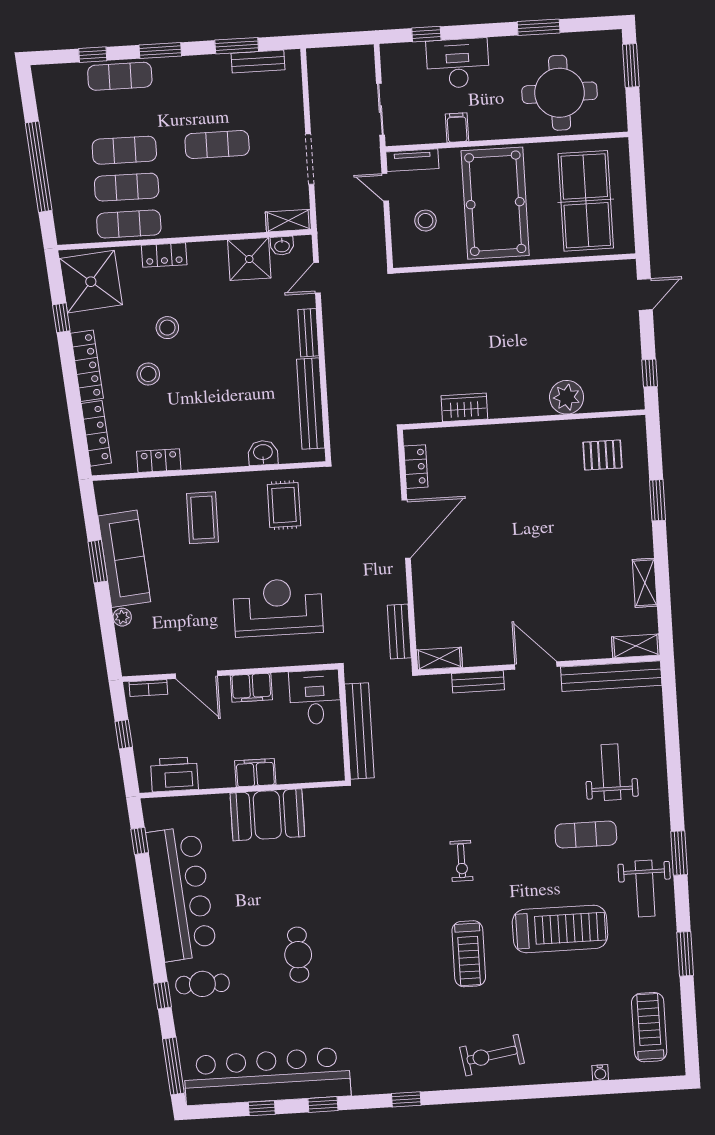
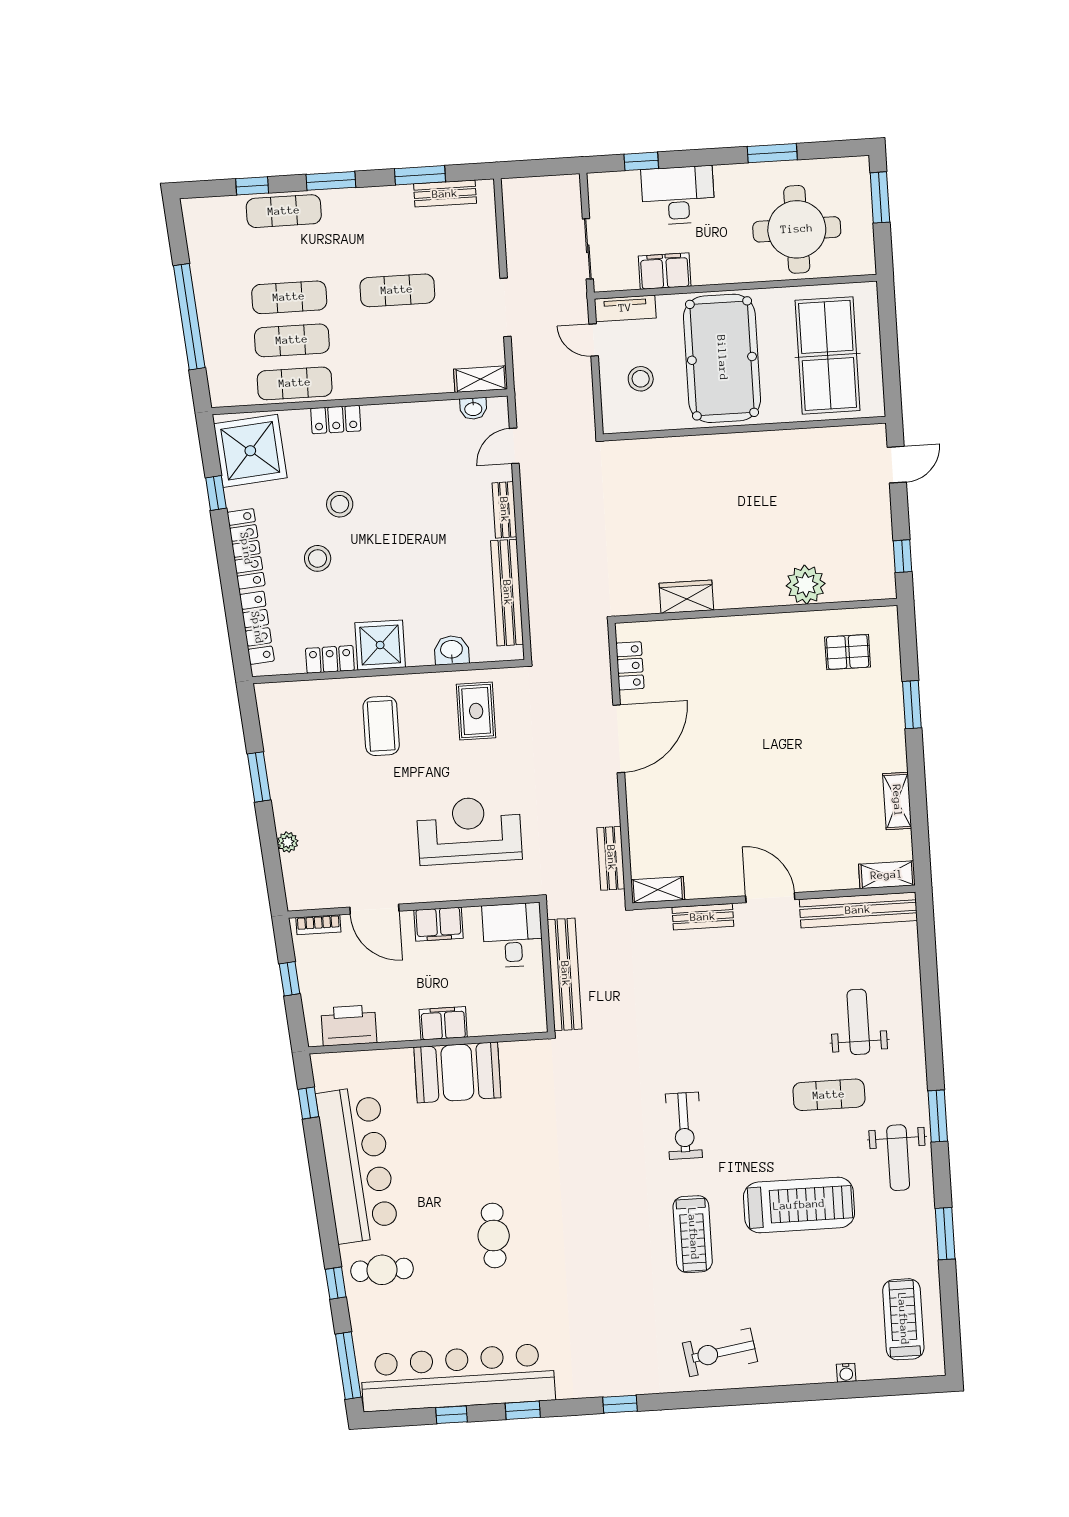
filing cabinet: (457, 128) -> (665, 271), width x2.00
shower: (249, 259) -> (380, 645), moved
sofa: (124, 559) -> (290, 774), removed
exercise bike: (461, 861) -> (684, 1126), width x1.38, depth x1.39

